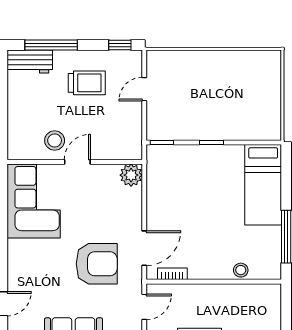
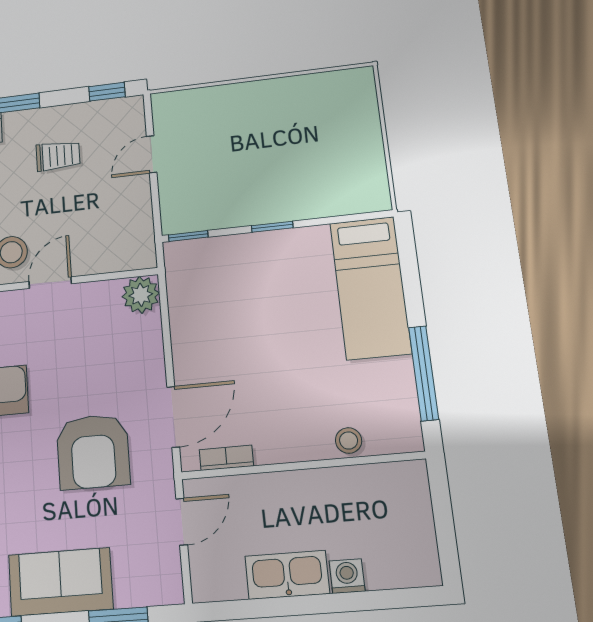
trolley: (87, 83) -> (58, 156), width x0.73, depth x0.72
armchair: (97, 264) -> (93, 452), turned 90

